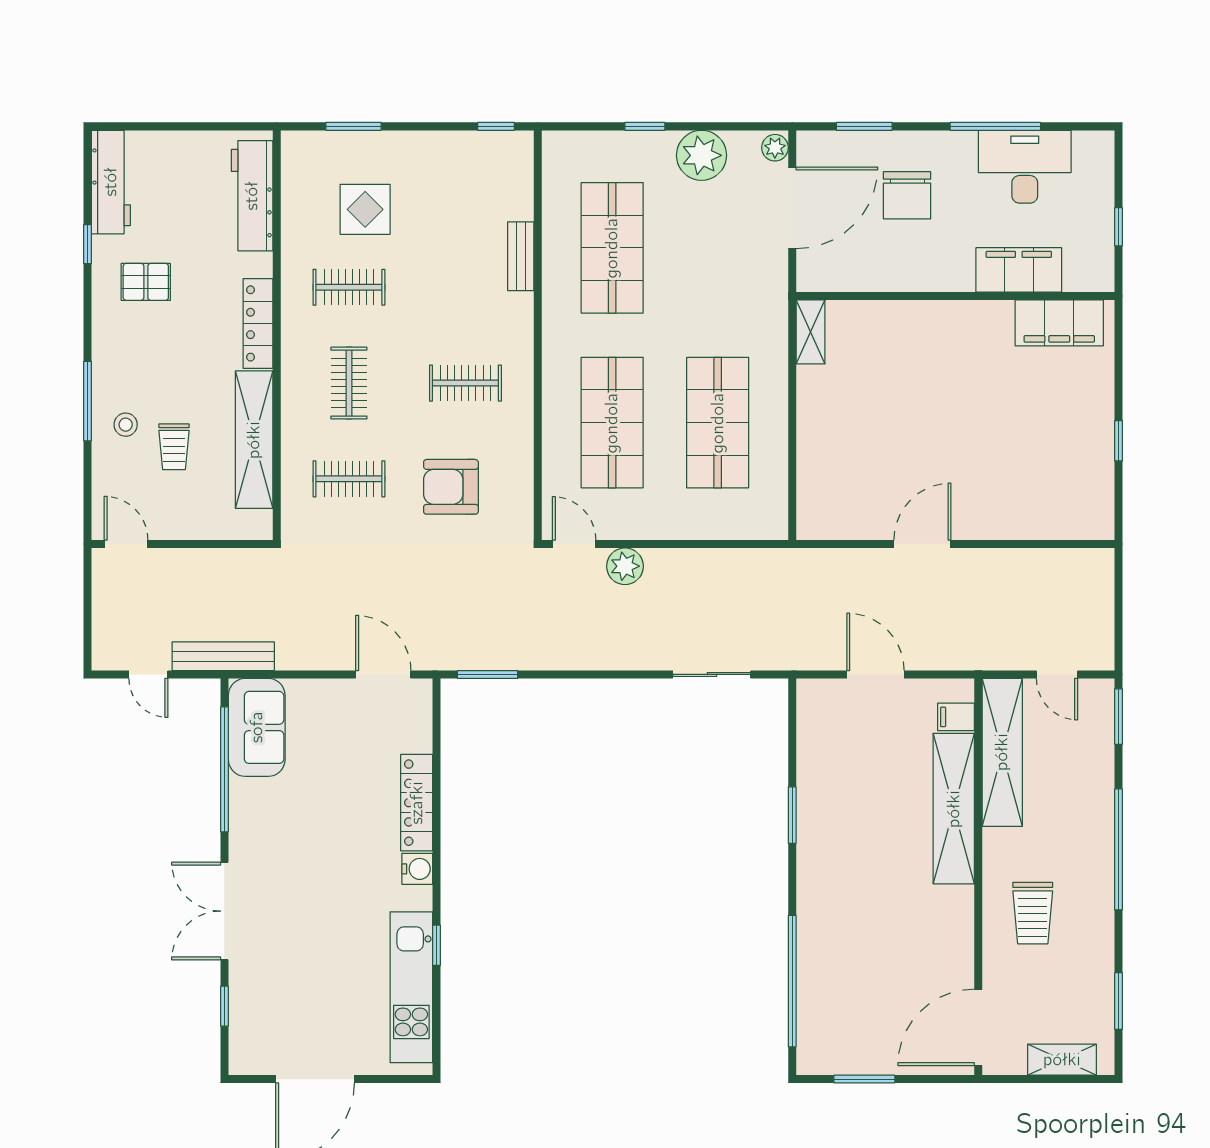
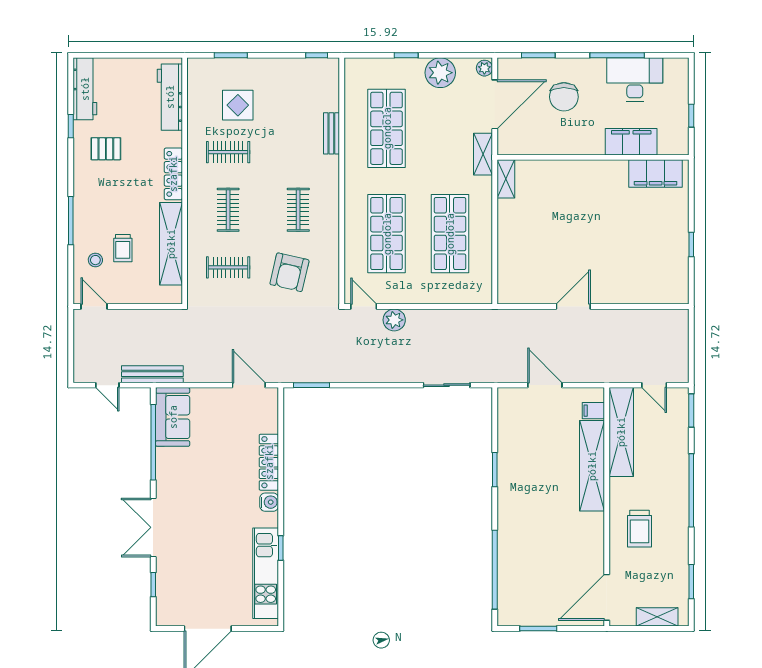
shelving: (773, 291) -> (483, 154), added
clothes rail: (465, 383) -> (298, 210), turned 90
stool: (126, 425) -> (95, 260), moved
armchair: (451, 487) -> (289, 272), turned -77

